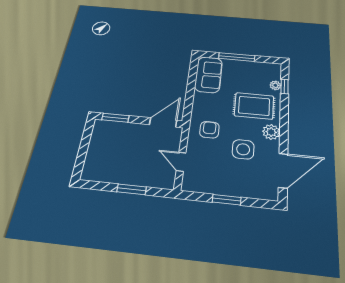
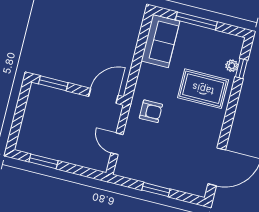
armchair: (209, 130) -> (151, 111), turned 90
plant: (271, 132) -> (214, 123), removed
side table: (243, 149) -> (182, 138), removed
window: (132, 189) -> (43, 161), moved

